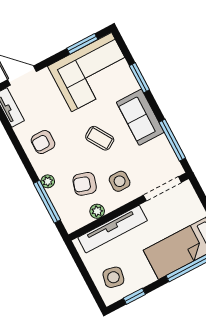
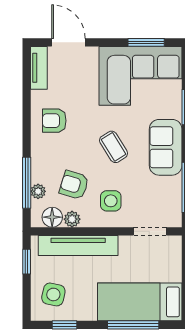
plant: (48, 181) -> (38, 191), moved
doorway: (162, 189) -> (150, 231), width x0.73
floor lamp: (81, 218) -> (52, 217), added
window: (79, 263) -> (27, 262), added

